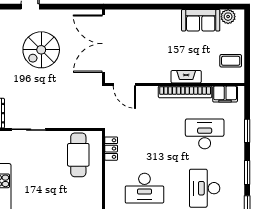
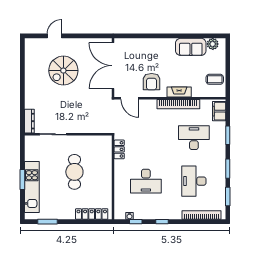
armchair: (152, 64) -> (152, 82), added
filing cabinet: (225, 94) -> (219, 111), moved, turned 90
cafe table: (78, 155) -> (74, 172), moved

